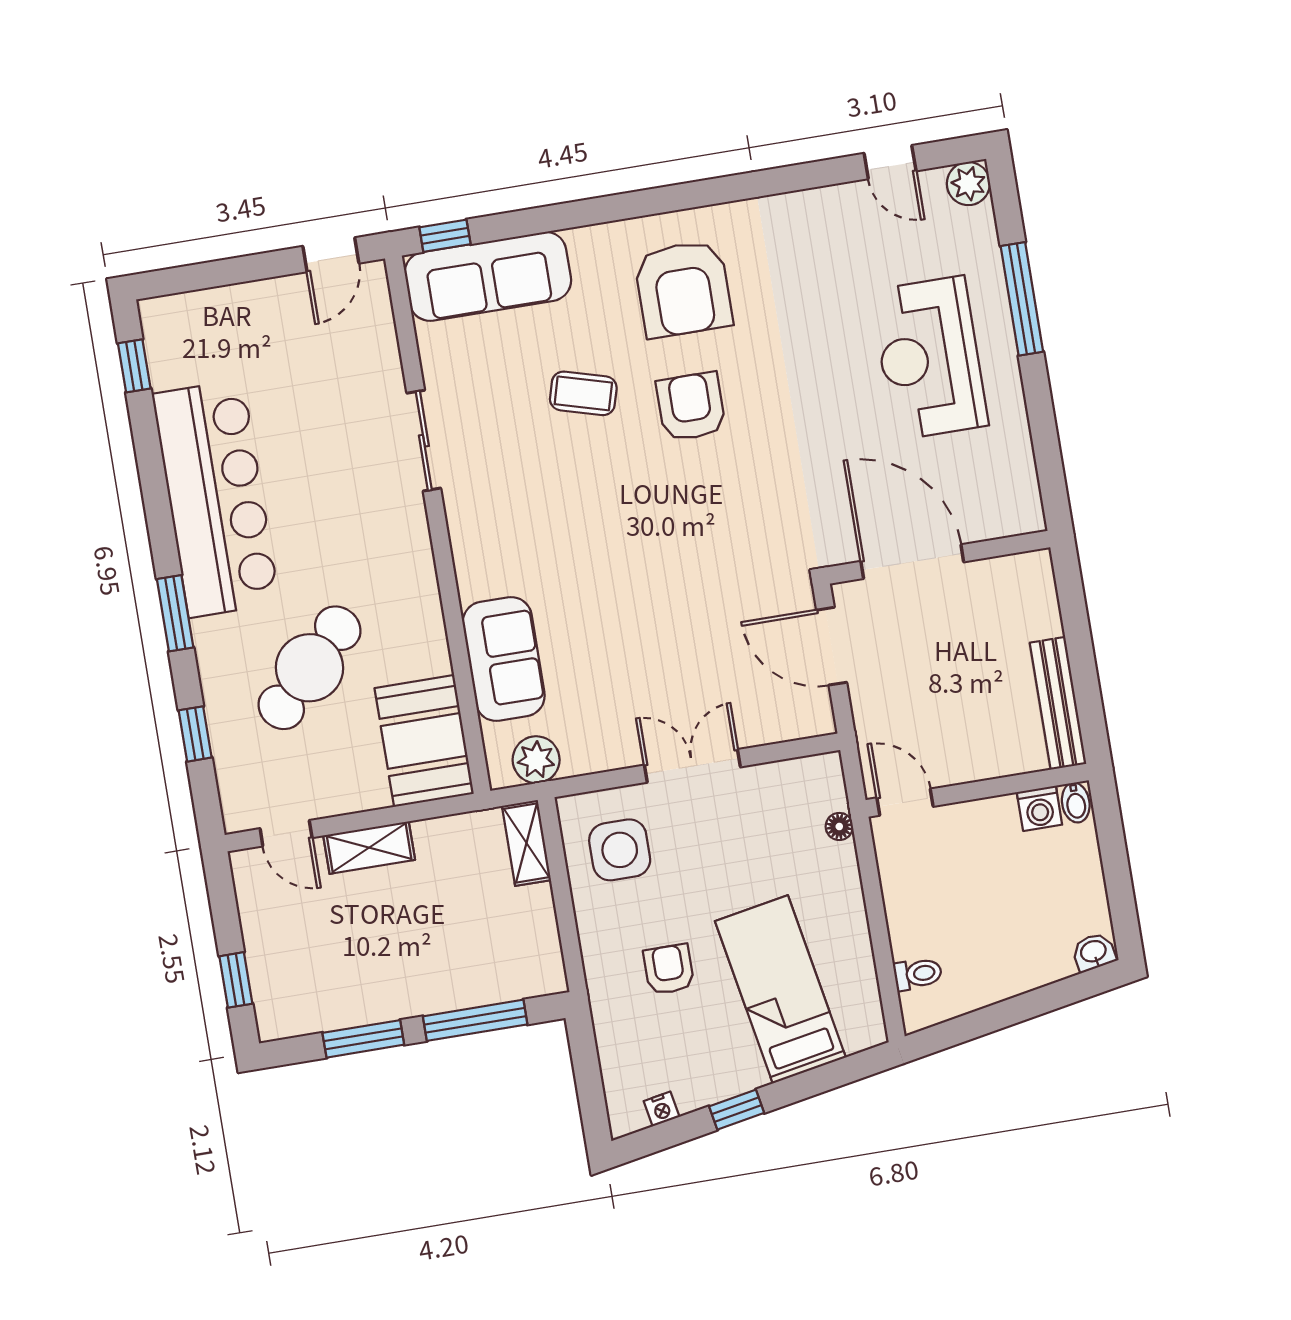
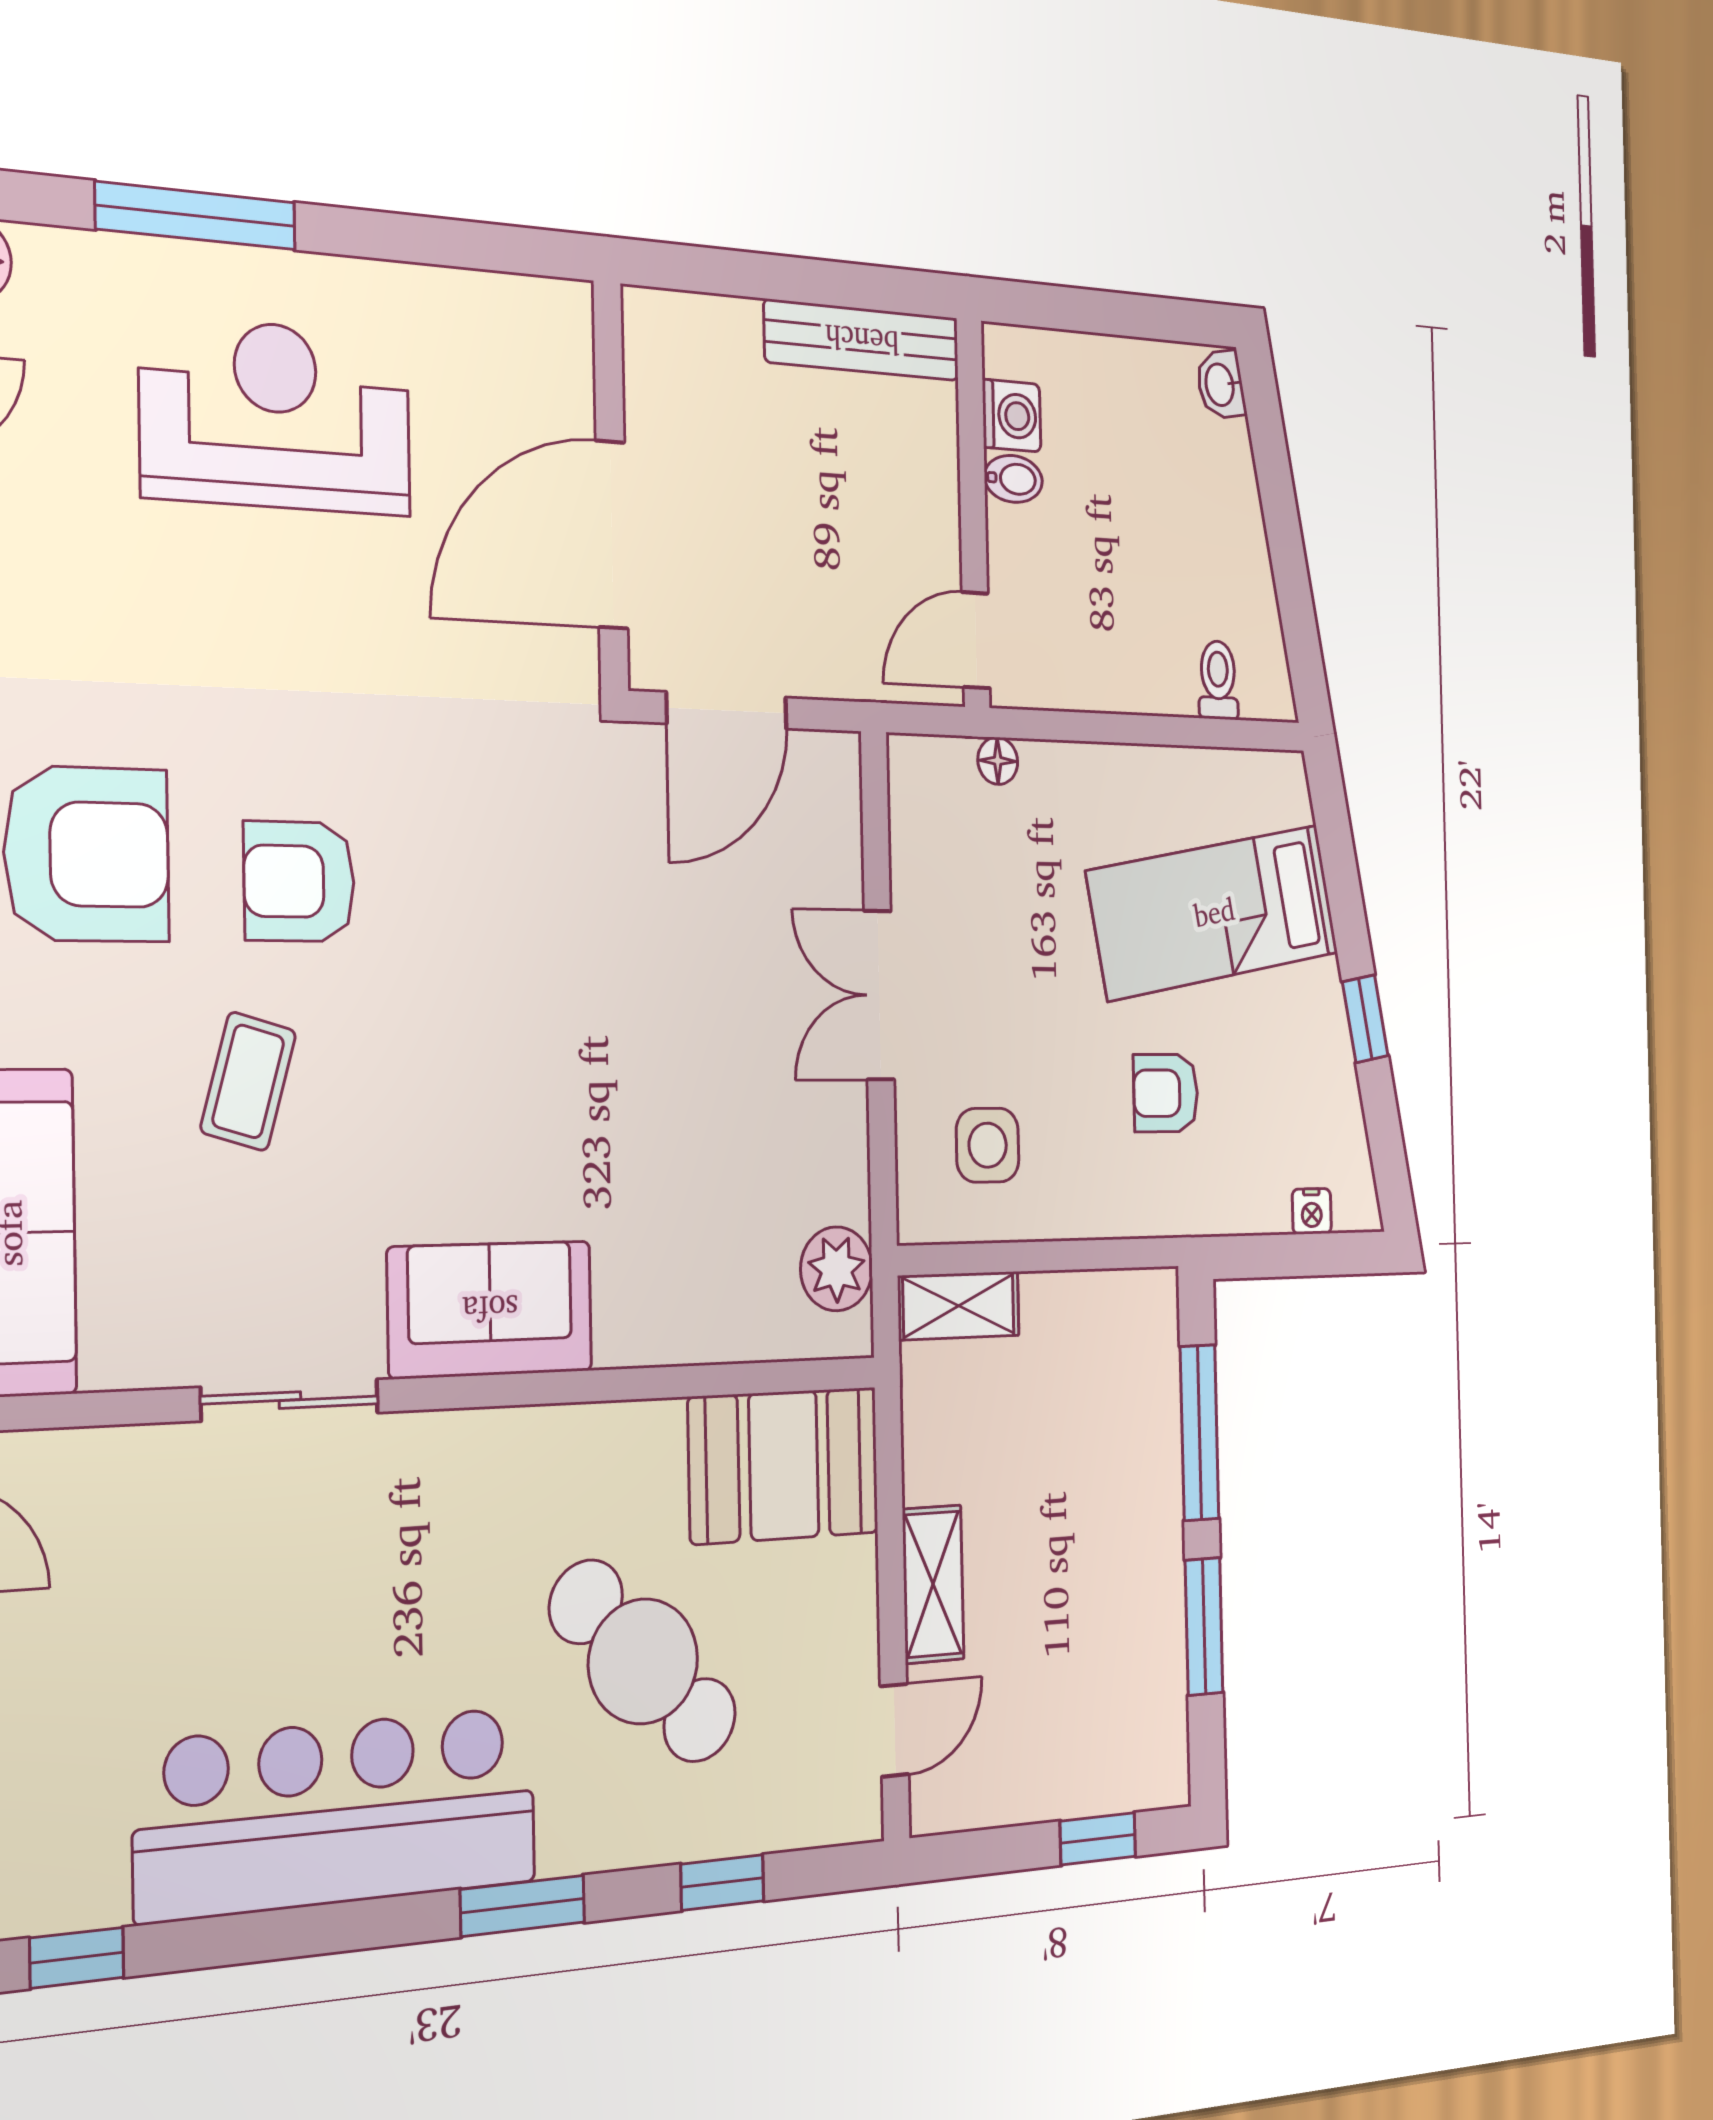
reception desk: (929, 358) -> (276, 416), turned 180
sofa: (504, 659) -> (490, 1309), moved
bidet: (1076, 803) -> (1013, 479), moved
side table: (620, 850) -> (988, 1145), width x0.73, depth x0.73
nightstand: (662, 1109) -> (1312, 1211), moved, turned 100

